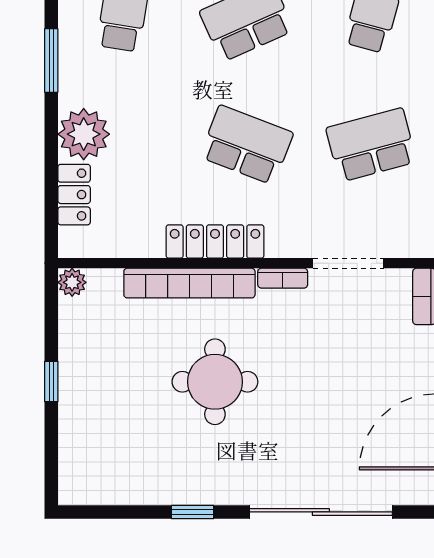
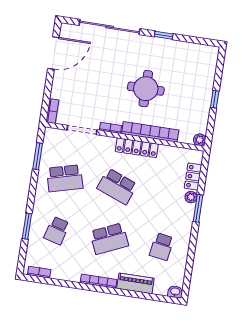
window: (51, 60) -> (198, 208), moved
plant: (84, 134) -> (191, 197), width x0.53, depth x0.53

